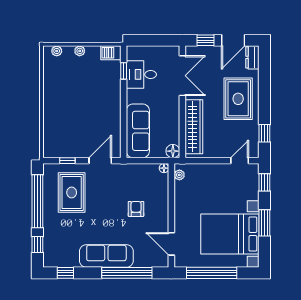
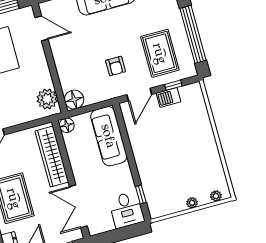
barbecue: (111, 53) -> (169, 97), moved, turned 180
desk: (141, 74) -> (126, 210), moved, turned 90
floor lamp: (164, 168) -> (74, 100), width x1.89, depth x1.89
plant: (179, 175) -> (47, 99), width x1.87, depth x1.87
armchair: (136, 209) -> (116, 66), moved

